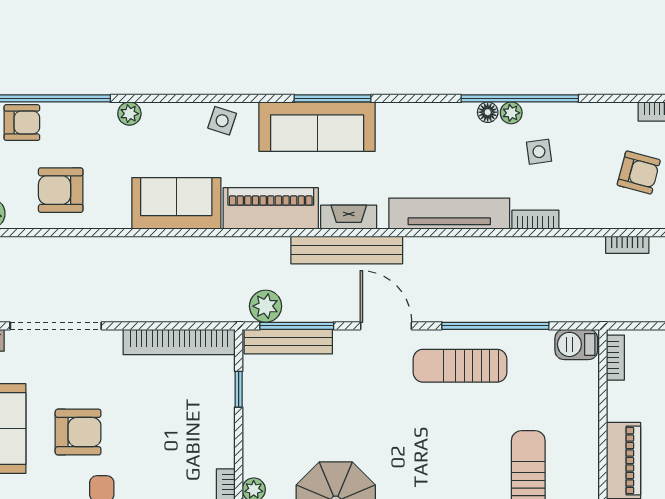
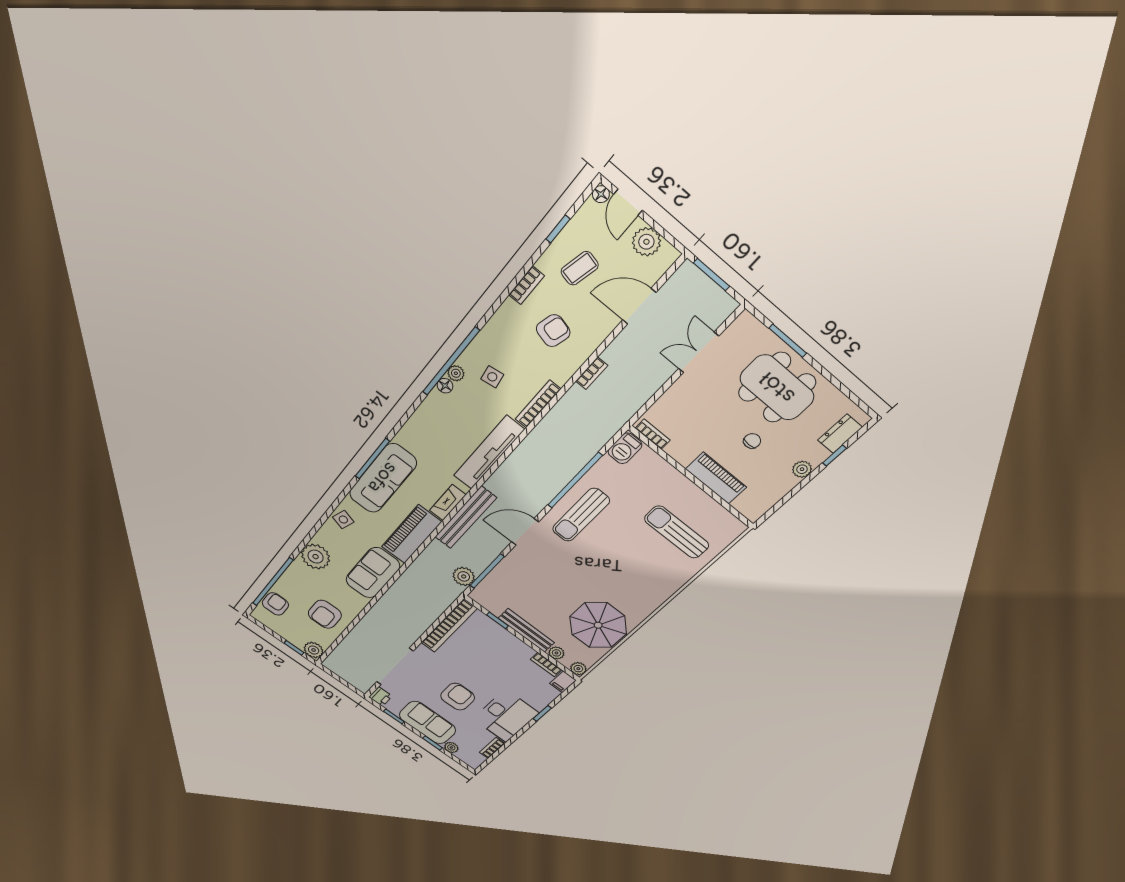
plant: (129, 114) -> (316, 557), width x1.88, depth x1.88
bookcase: (535, 220) -> (538, 404), width x1.56
bench: (288, 342) -> (526, 630), moved, turned 90

